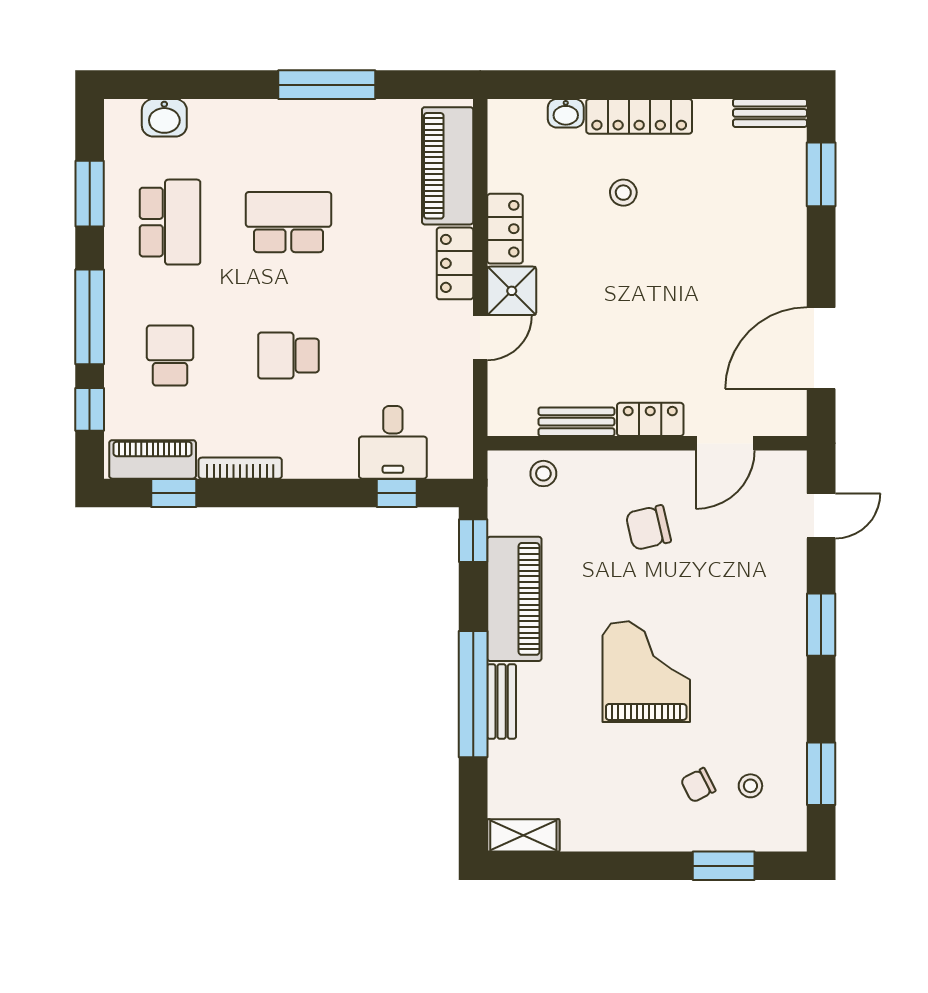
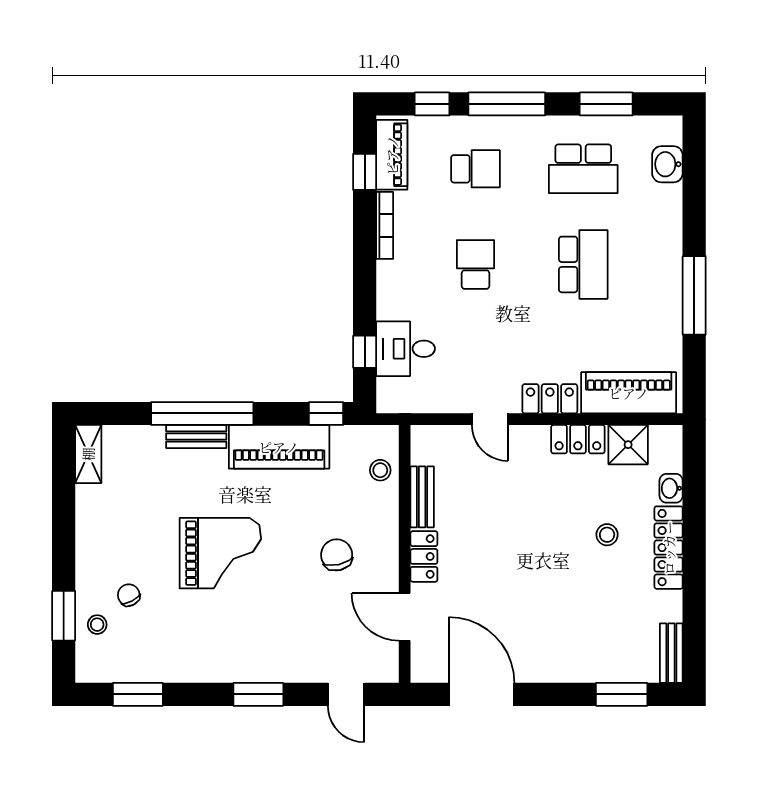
shower: (512, 291) -> (628, 445), moved
stool: (750, 786) -> (97, 625), moved

